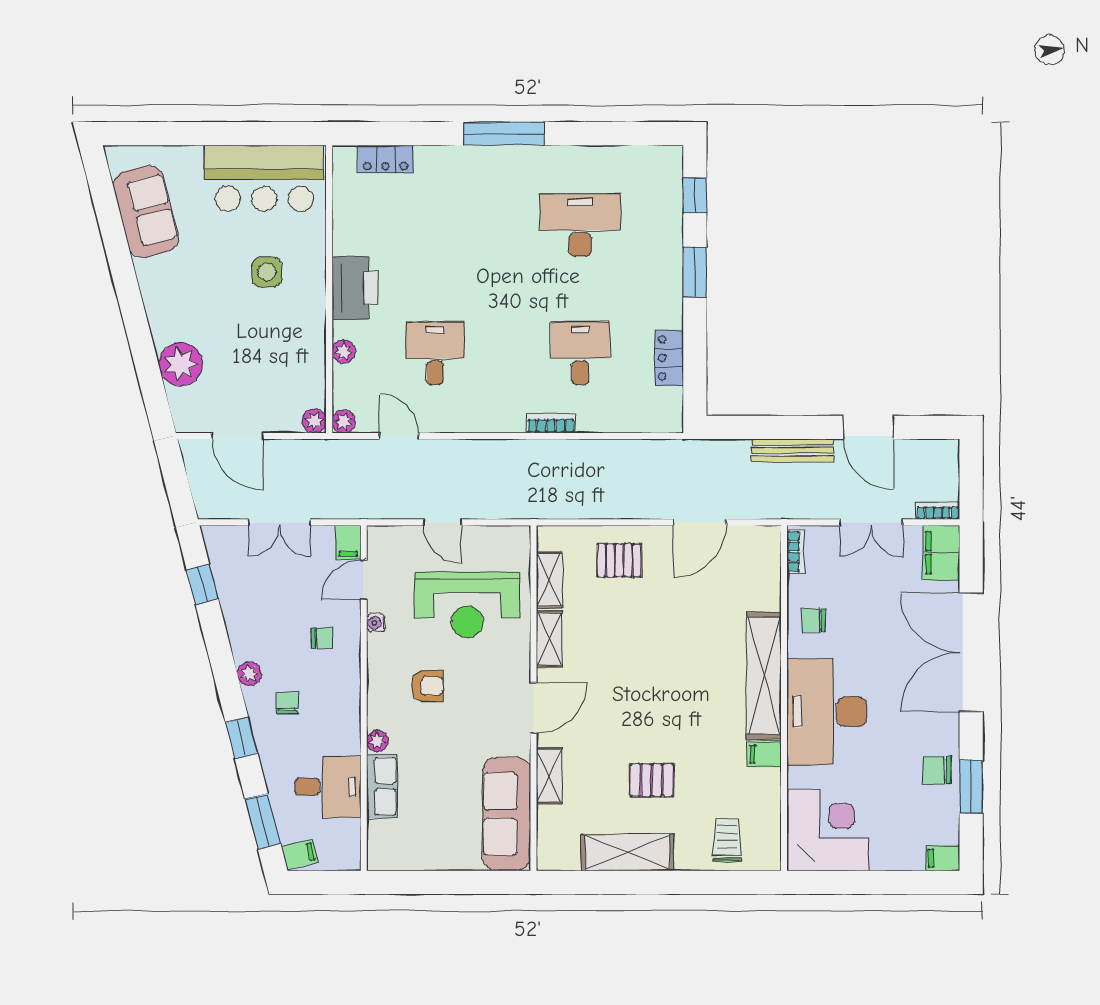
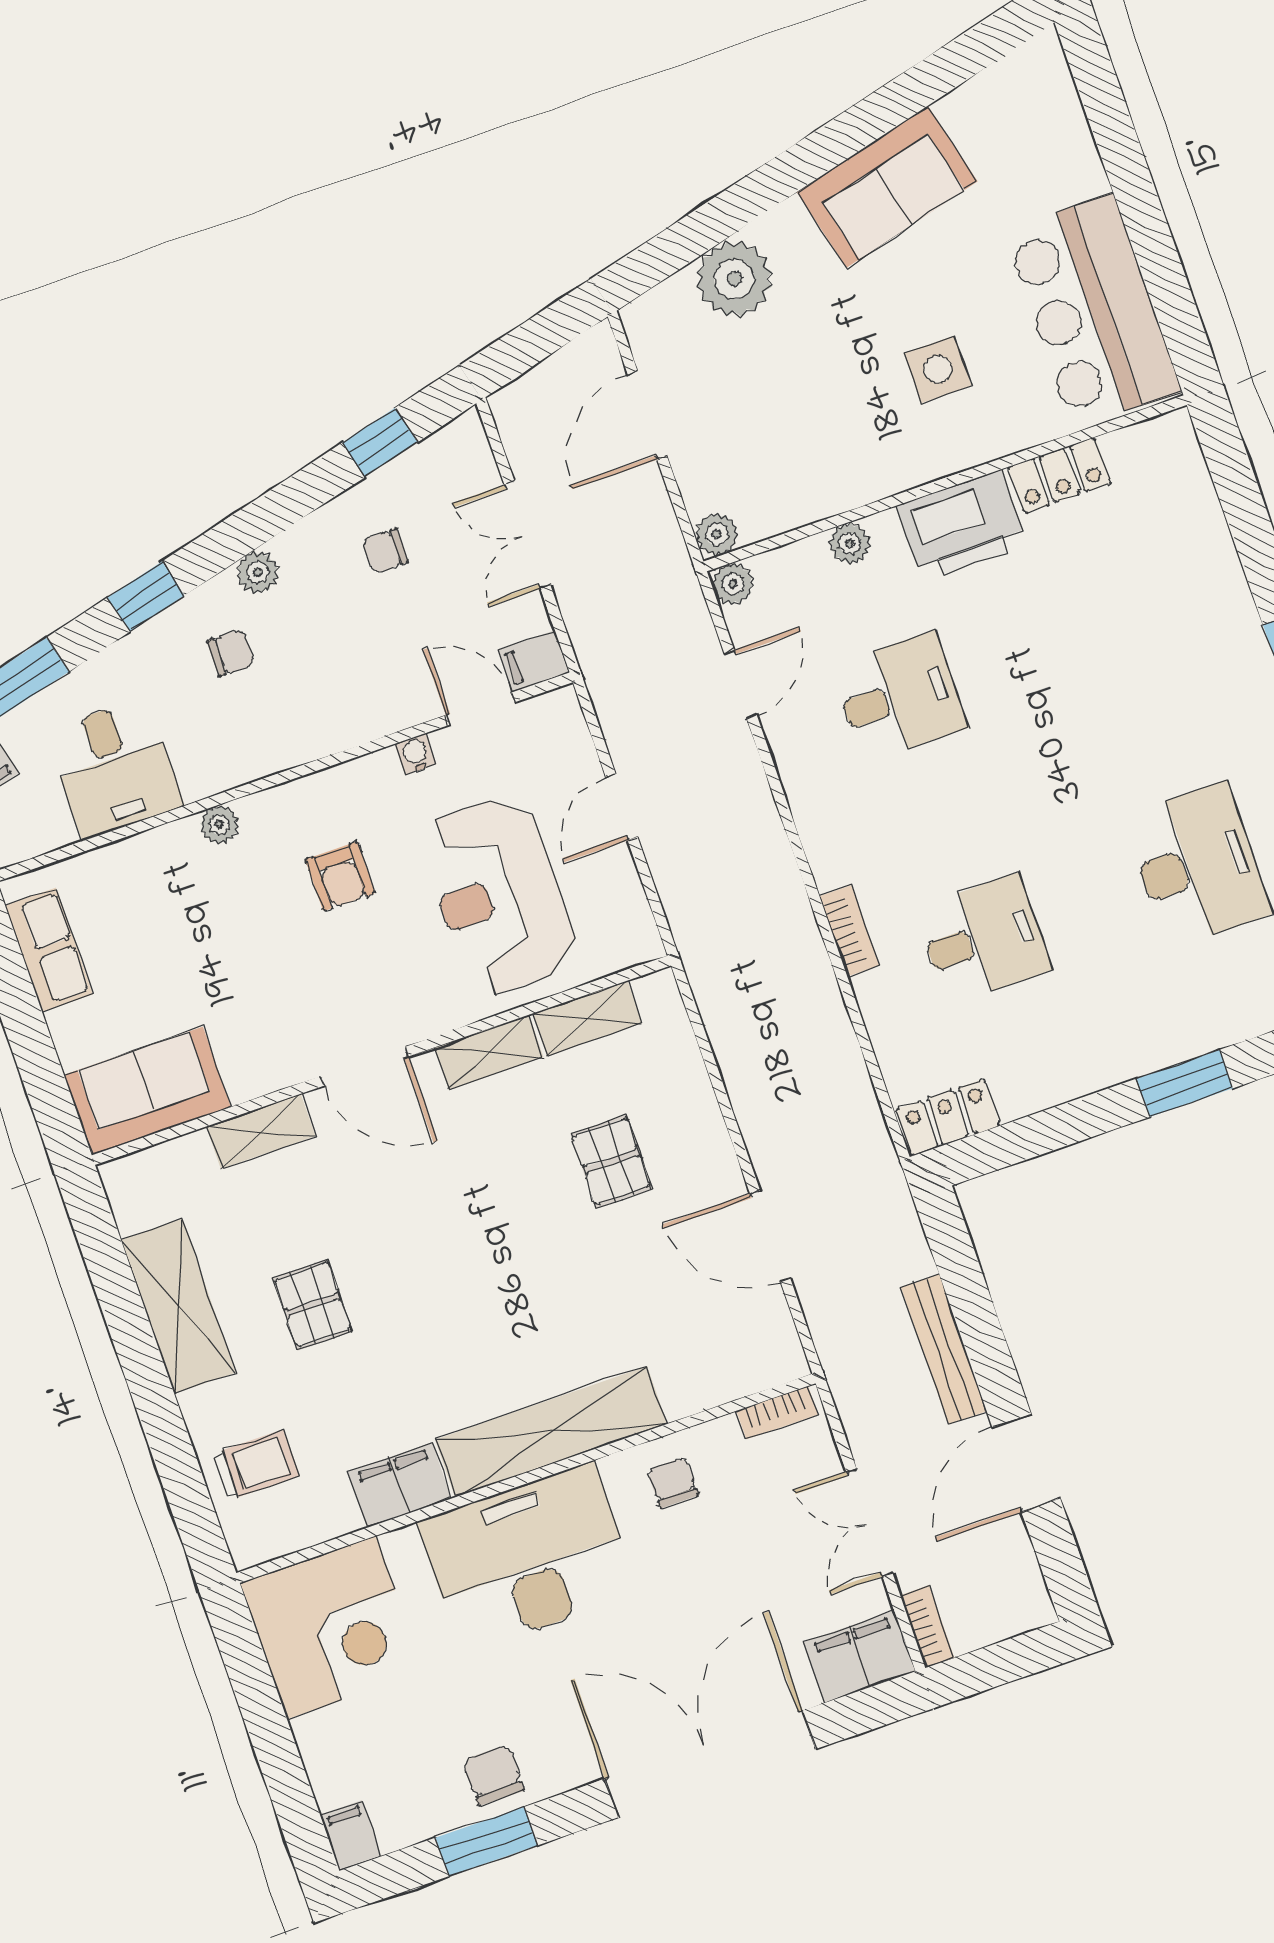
locker: (386, 159) -> (1059, 475), moved, turned -90
sofa: (146, 212) -> (887, 187), moved
locker: (669, 358) -> (948, 1117), moved
pallet: (619, 560) -> (611, 1161), moved
chair: (322, 638) -> (385, 551), moved, turned 90
filing cabinet: (764, 754) -> (399, 1485), width x2.00
row of seats: (382, 786) -> (49, 950), moved, turned -90
sofa: (507, 814) -> (147, 1091), width x0.73

